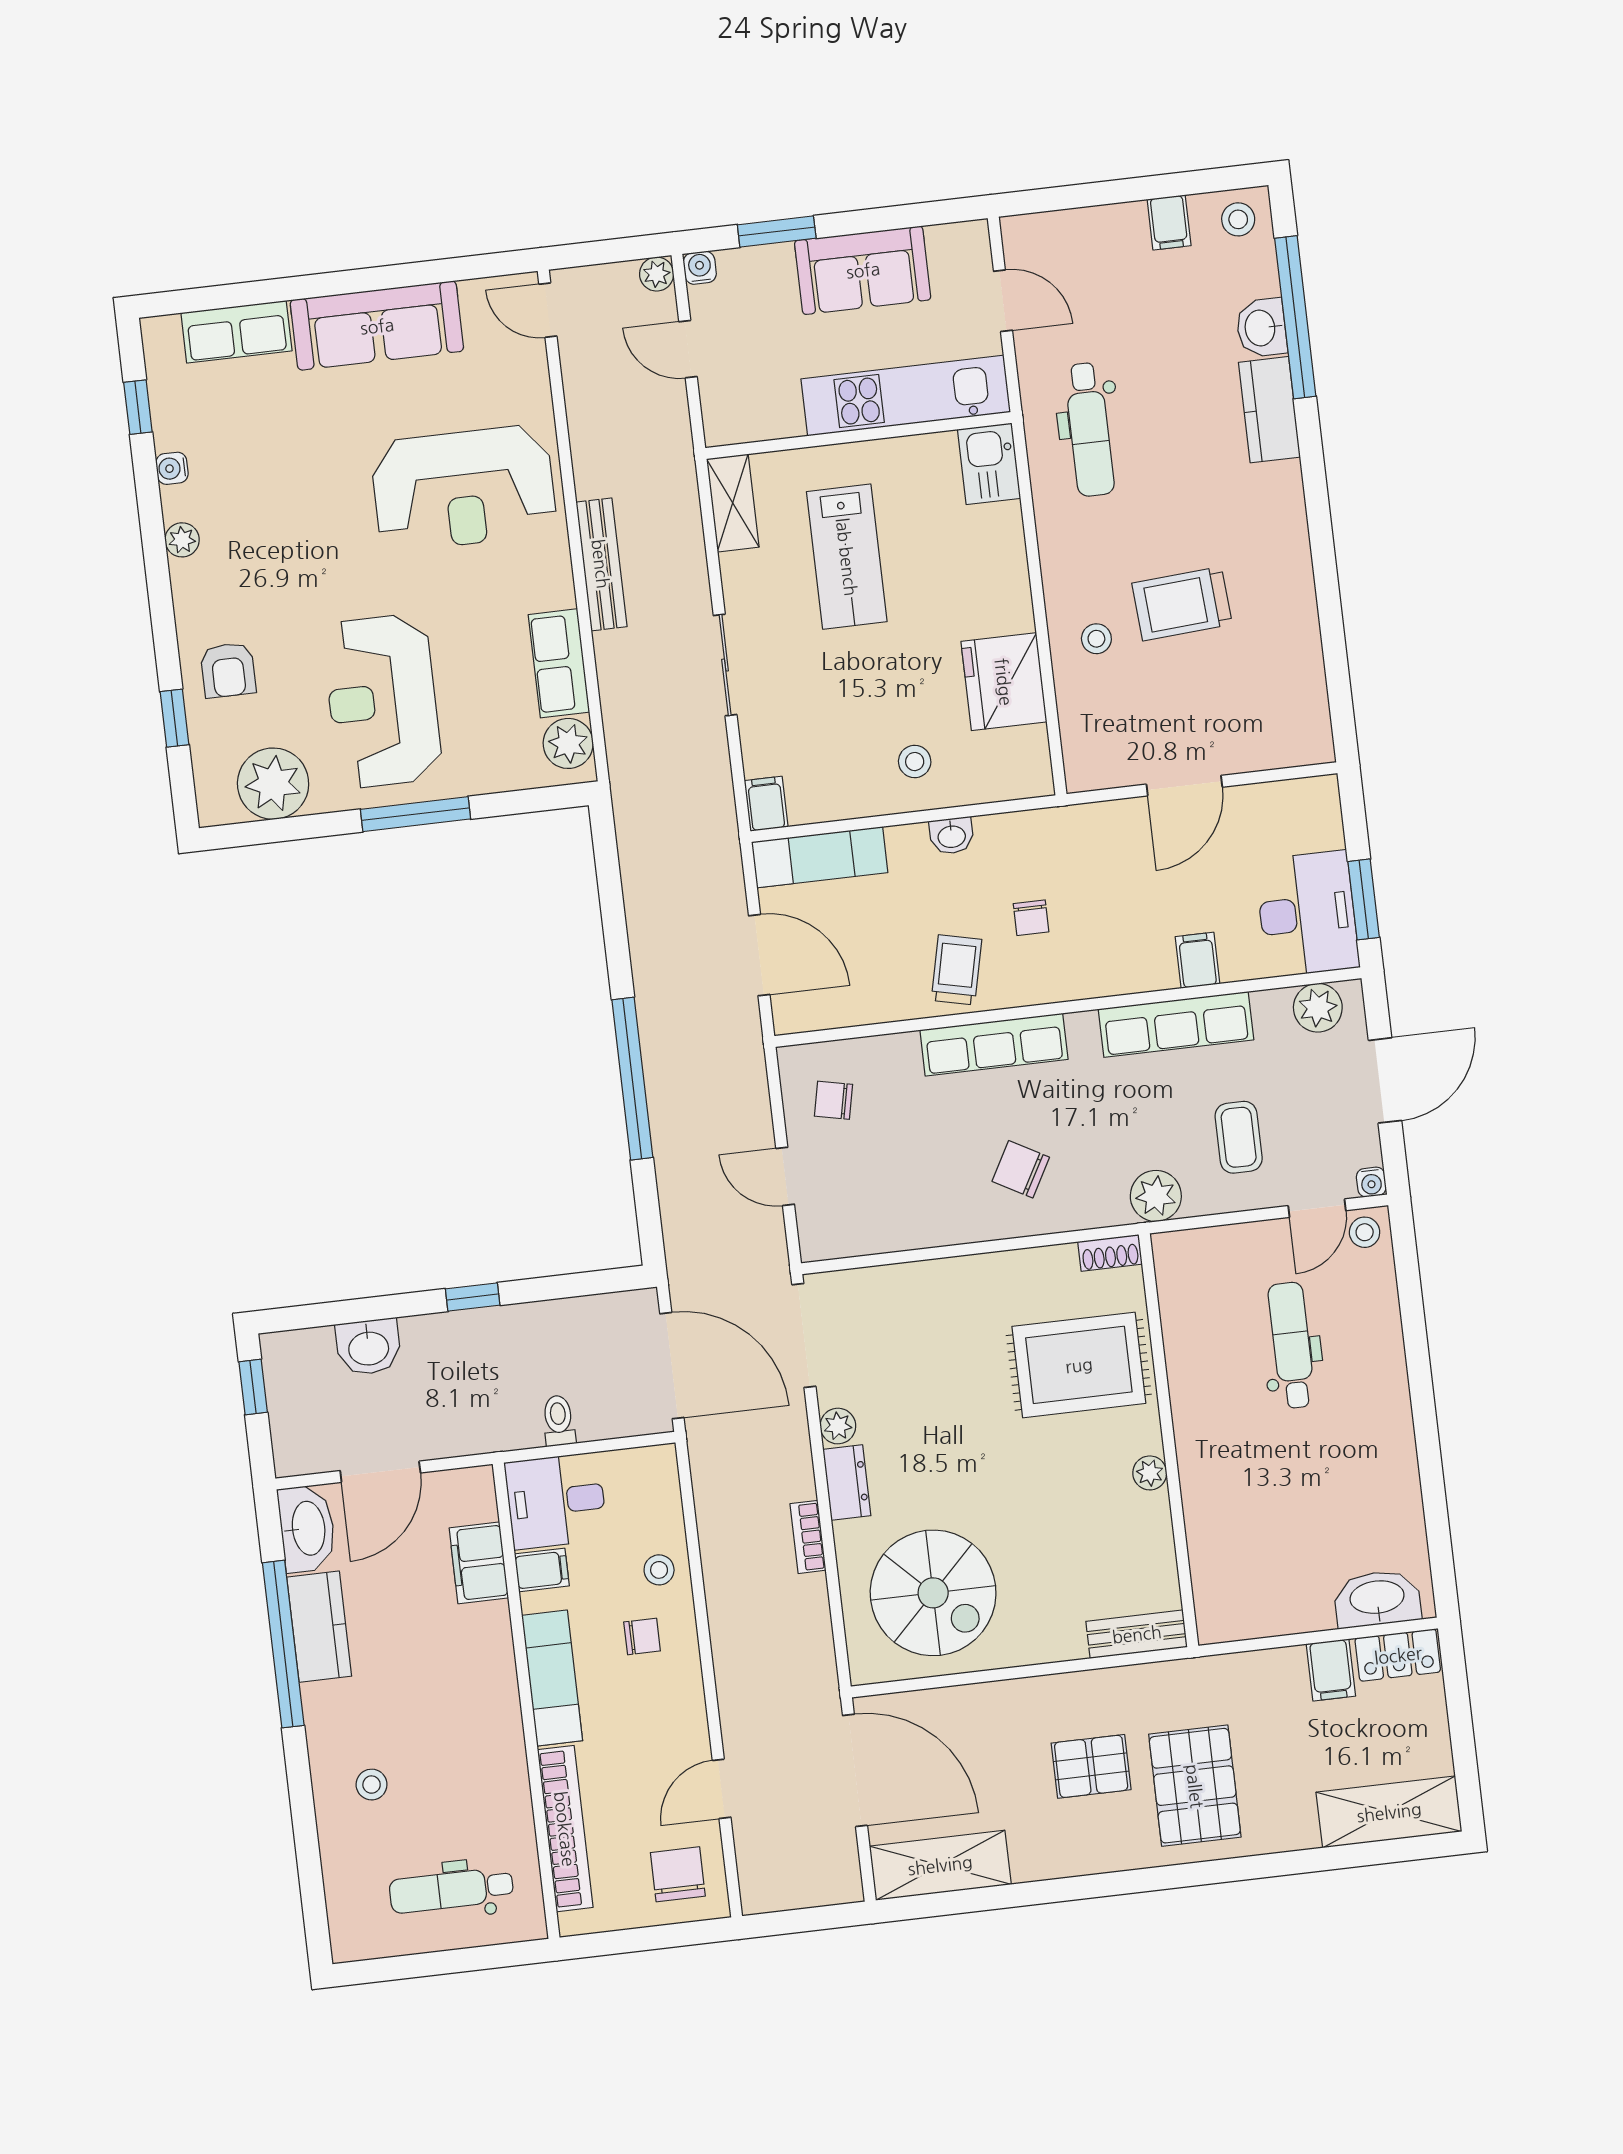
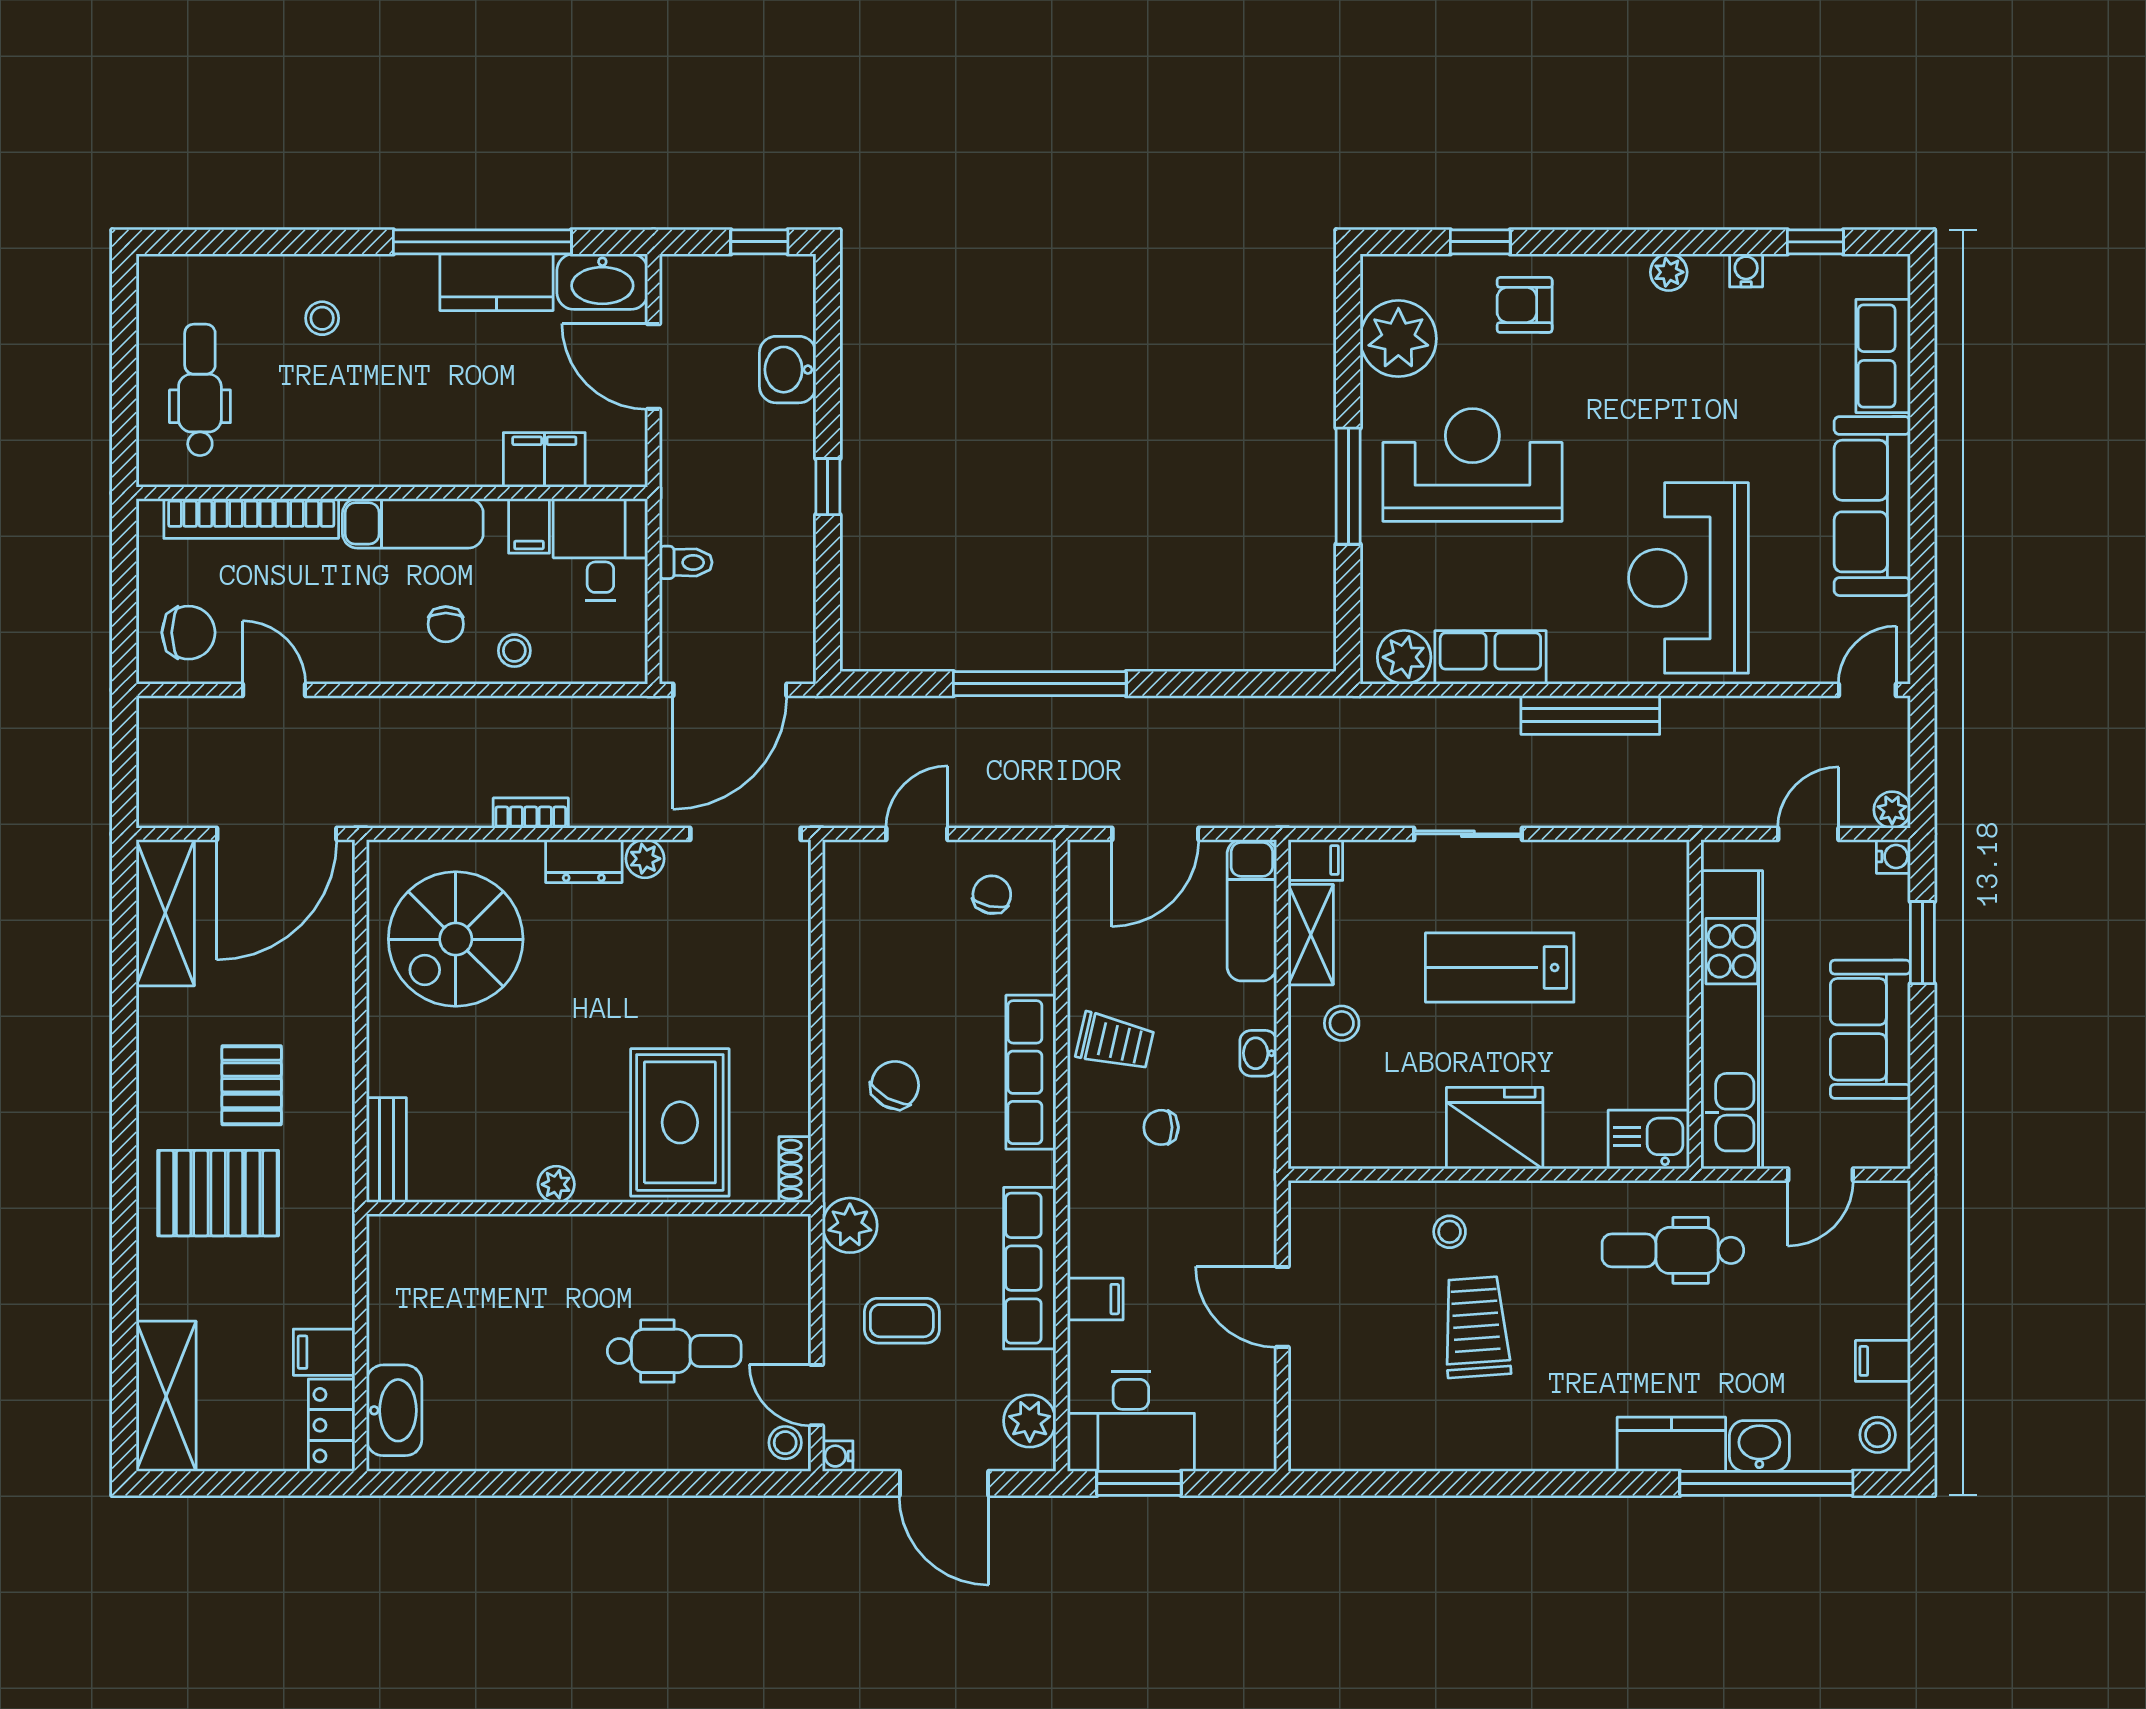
kitchen unit: (906, 396) -> (1732, 1020), width x1.36
shelving: (733, 503) -> (1311, 935), moved, turned 90
lab bench: (847, 557) -> (1500, 968), moved
fridge: (1004, 682) -> (1495, 1128), moved

